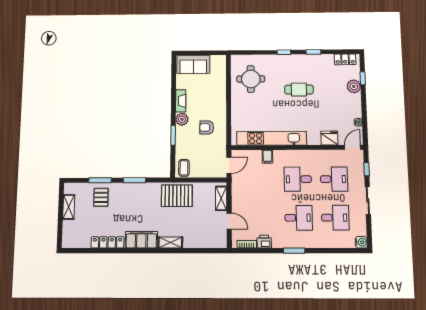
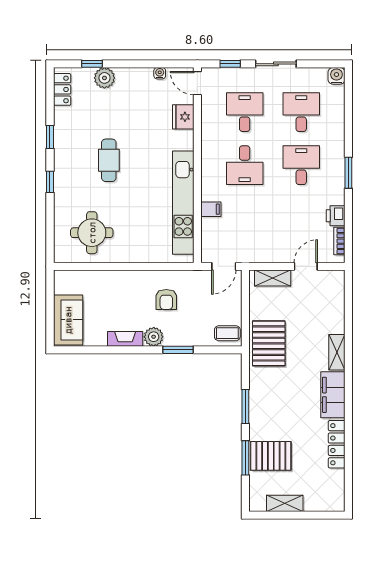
door: (229, 165) -> (224, 266), swing flipped
pallet: (101, 197) -> (271, 456), width x1.50, depth x1.42

